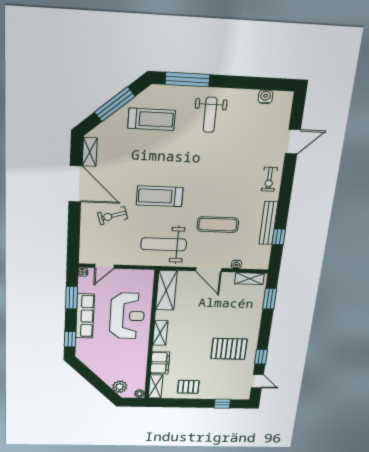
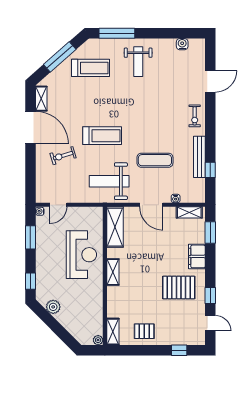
treadmill: (160, 196) -> (102, 136), turned 180
row of seats: (85, 316) -> (43, 256), removed
filing cabinet: (160, 363) -> (197, 256), moved, turned 180
plant: (120, 387) -> (53, 307), moved

